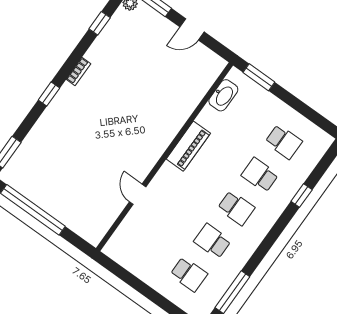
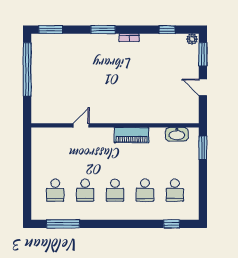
window: (49, 94) -> (103, 30), width x1.50
school desk: (260, 175) -> (145, 190), turned 180
window: (302, 195) -> (172, 224), moved
school desk: (212, 241) -> (85, 190), turned 180

